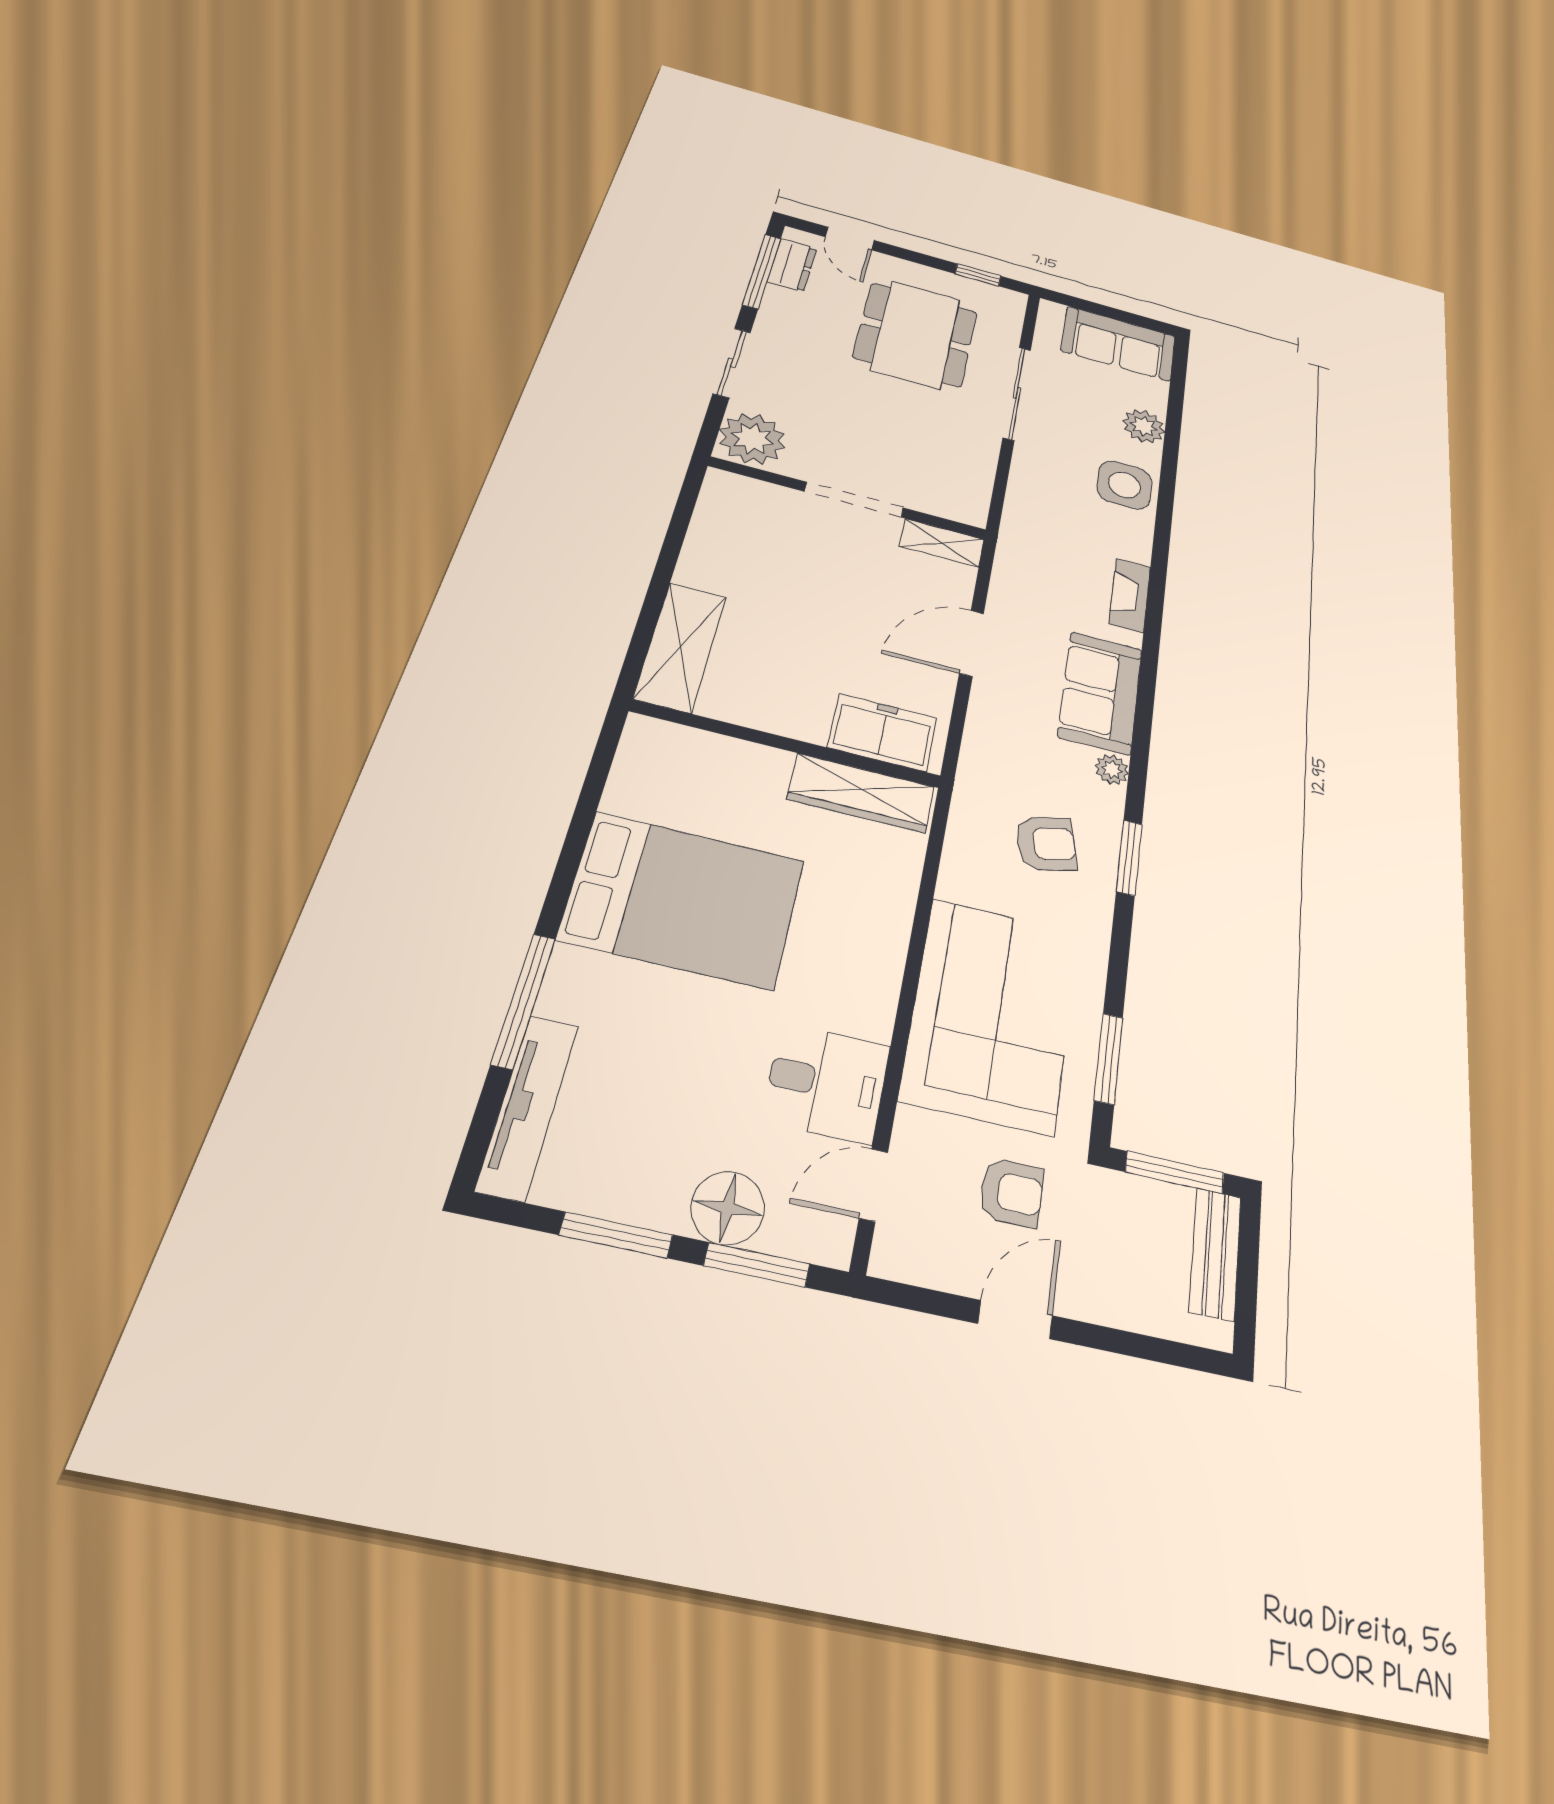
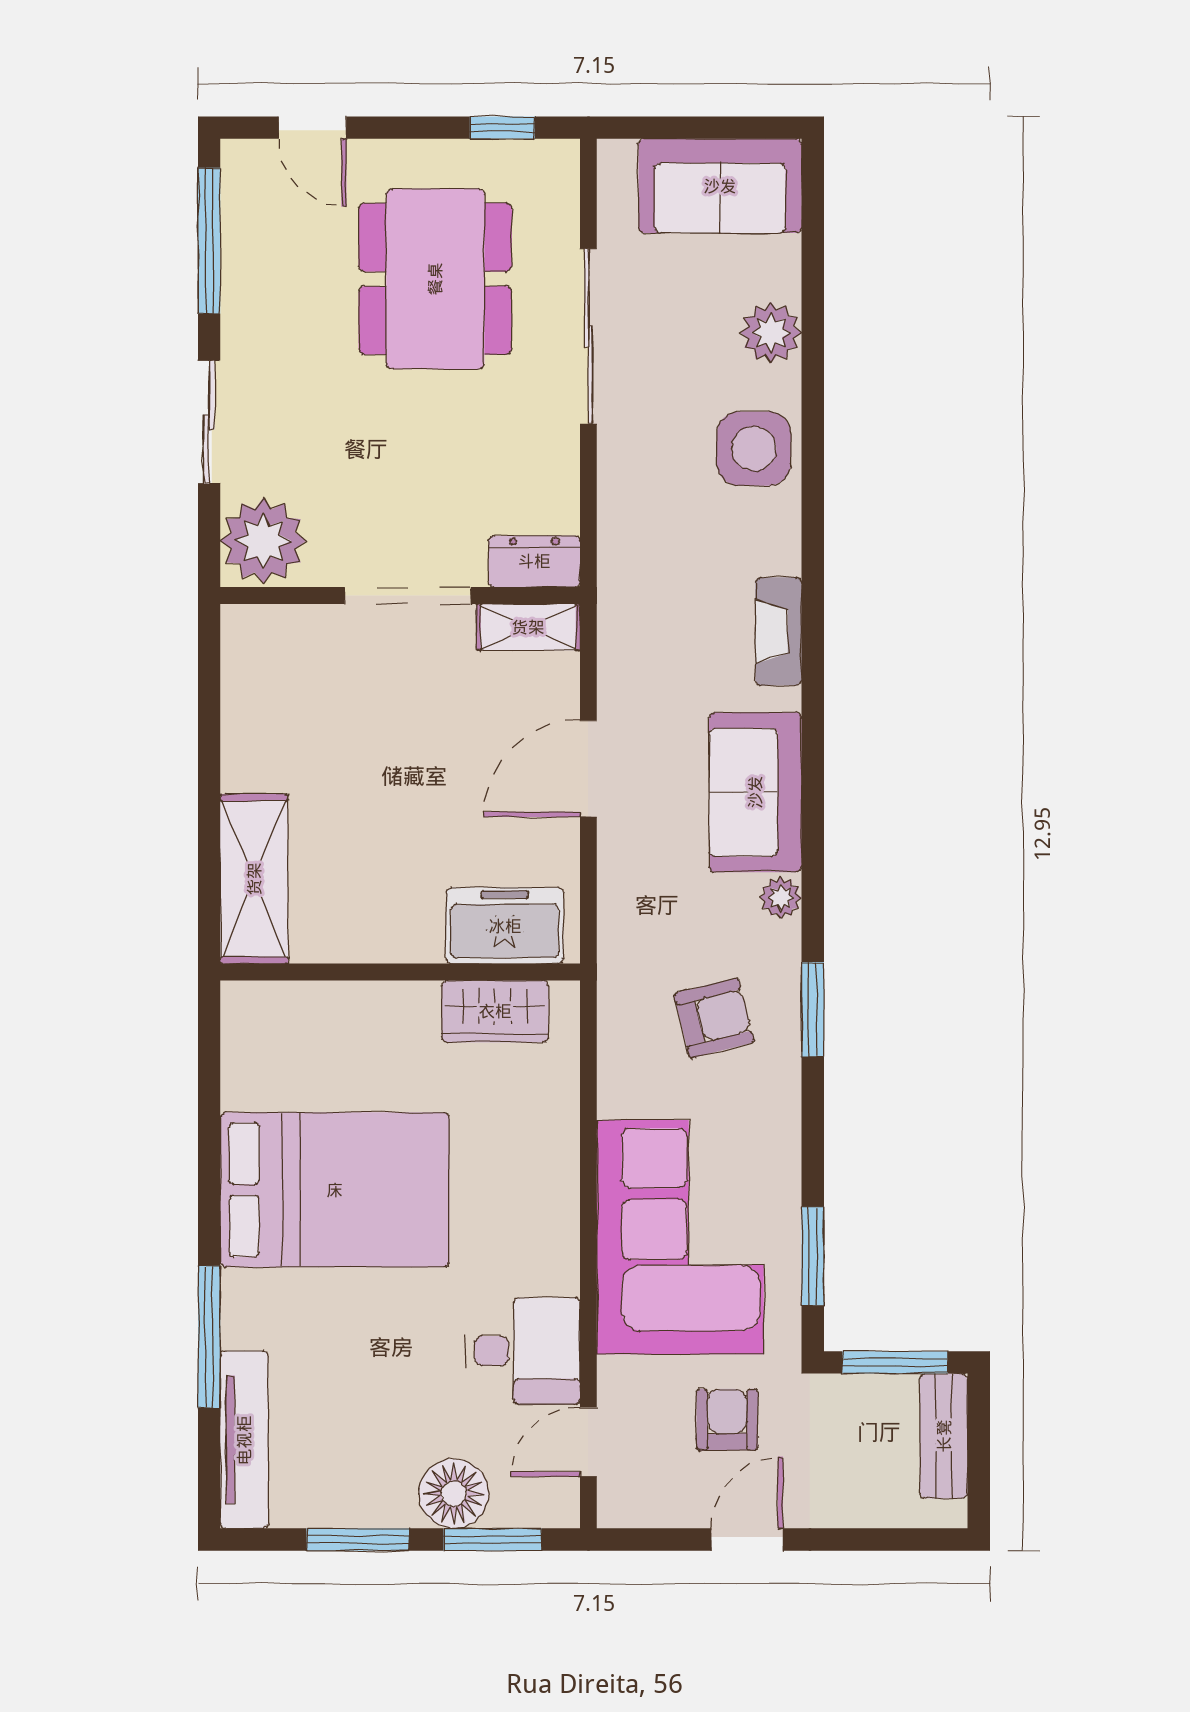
dresser: (792, 265) -> (534, 561), moved, turned -90
wardrobe: (861, 793) -> (495, 1011), width x0.67
armchair: (1012, 1192) -> (727, 1420), turned -90

